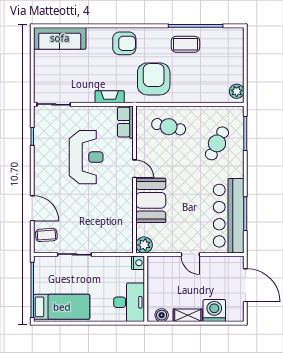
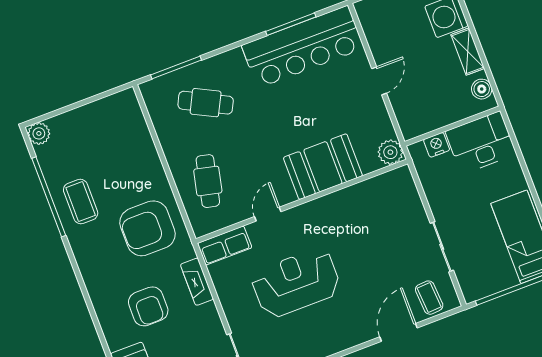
armchair: (124, 43) -> (148, 306), moved, turned 180
plant: (237, 91) -> (39, 133), moved
door: (135, 169) -> (268, 214), moved
nightstand: (138, 263) -> (437, 145), moved

